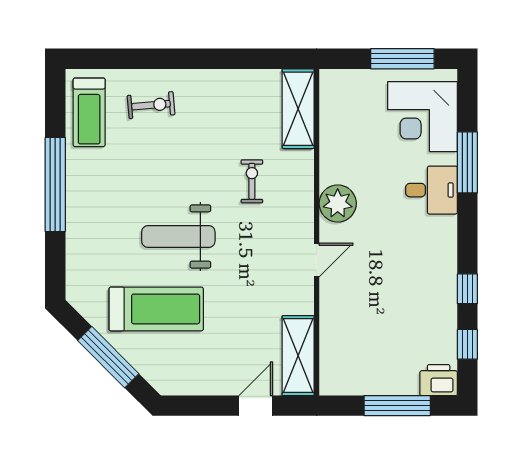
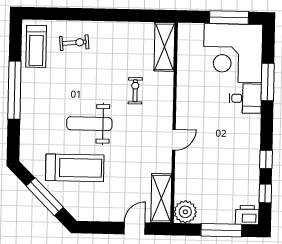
corner desk: (422, 117) -> (233, 53), width x1.36, depth x1.36
plant: (338, 203) -> (185, 212), moved

